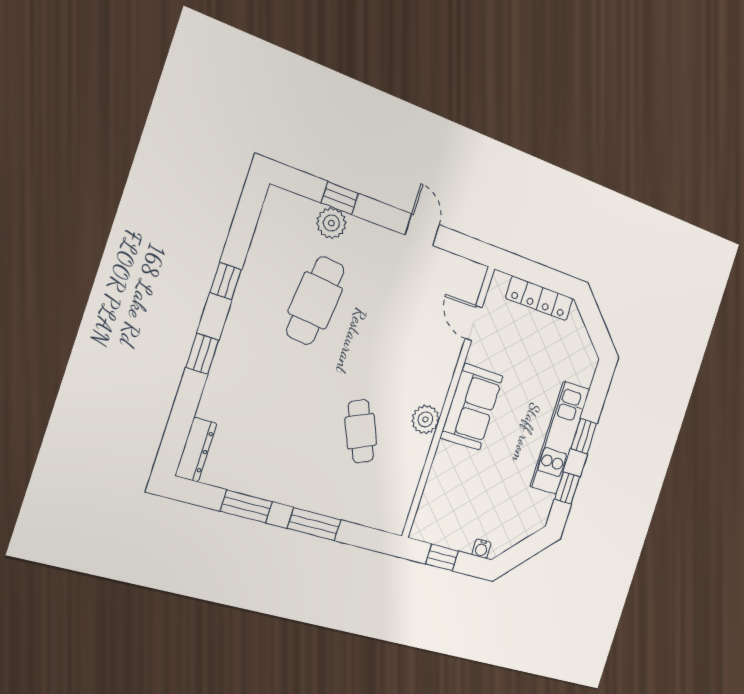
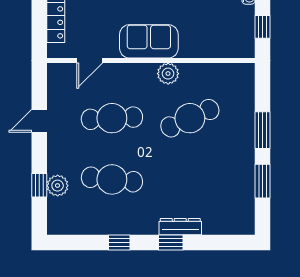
cafe table: (394, 328) -> (112, 118), added
cafe table: (361, 431) -> (190, 118), width x1.37, depth x1.35
dresser: (196, 450) -> (180, 227), moved

